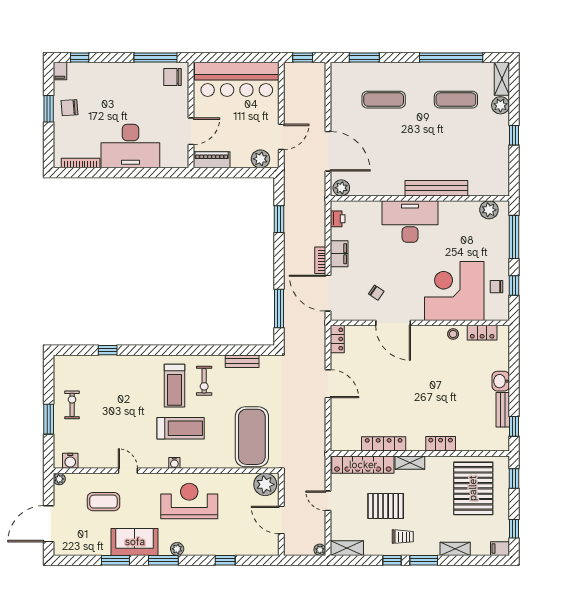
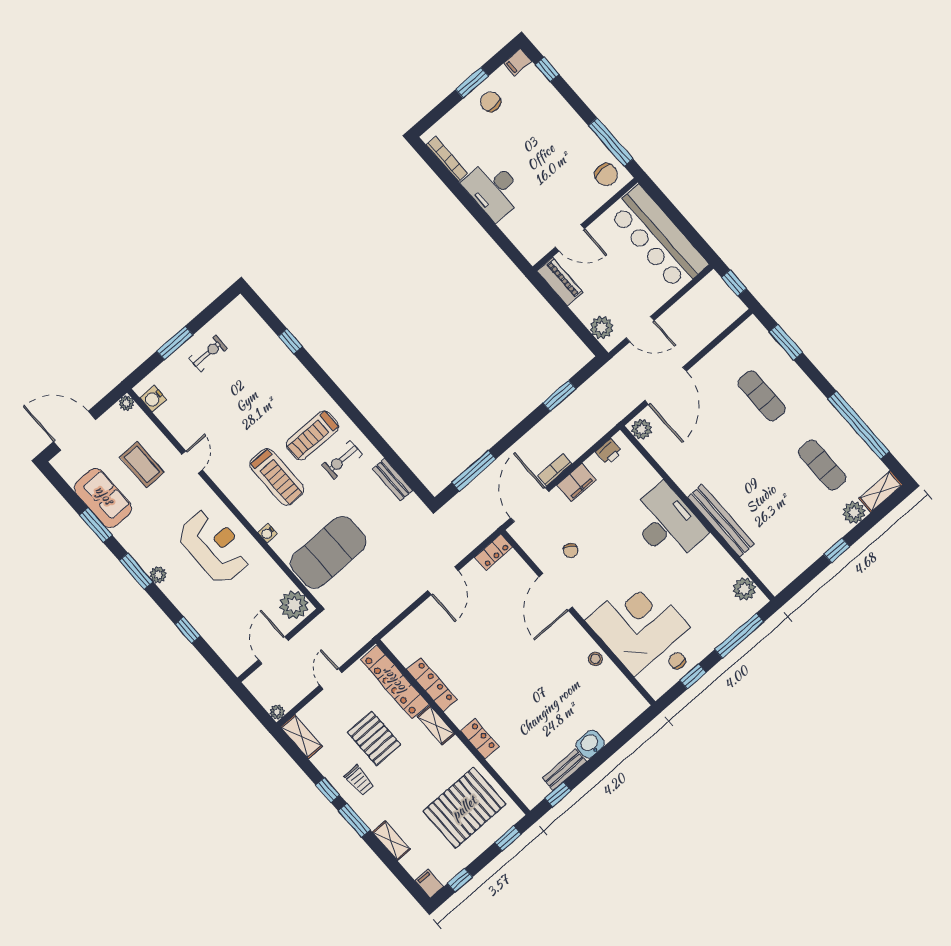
chair: (172, 77) -> (606, 175), turned 180
desk: (130, 146) -> (494, 189), width x0.73, depth x0.77
locker: (482, 333) -> (621, 685), removed
water cooler: (174, 463) -> (267, 533), moved
sofa: (135, 542) -> (103, 498), moved

